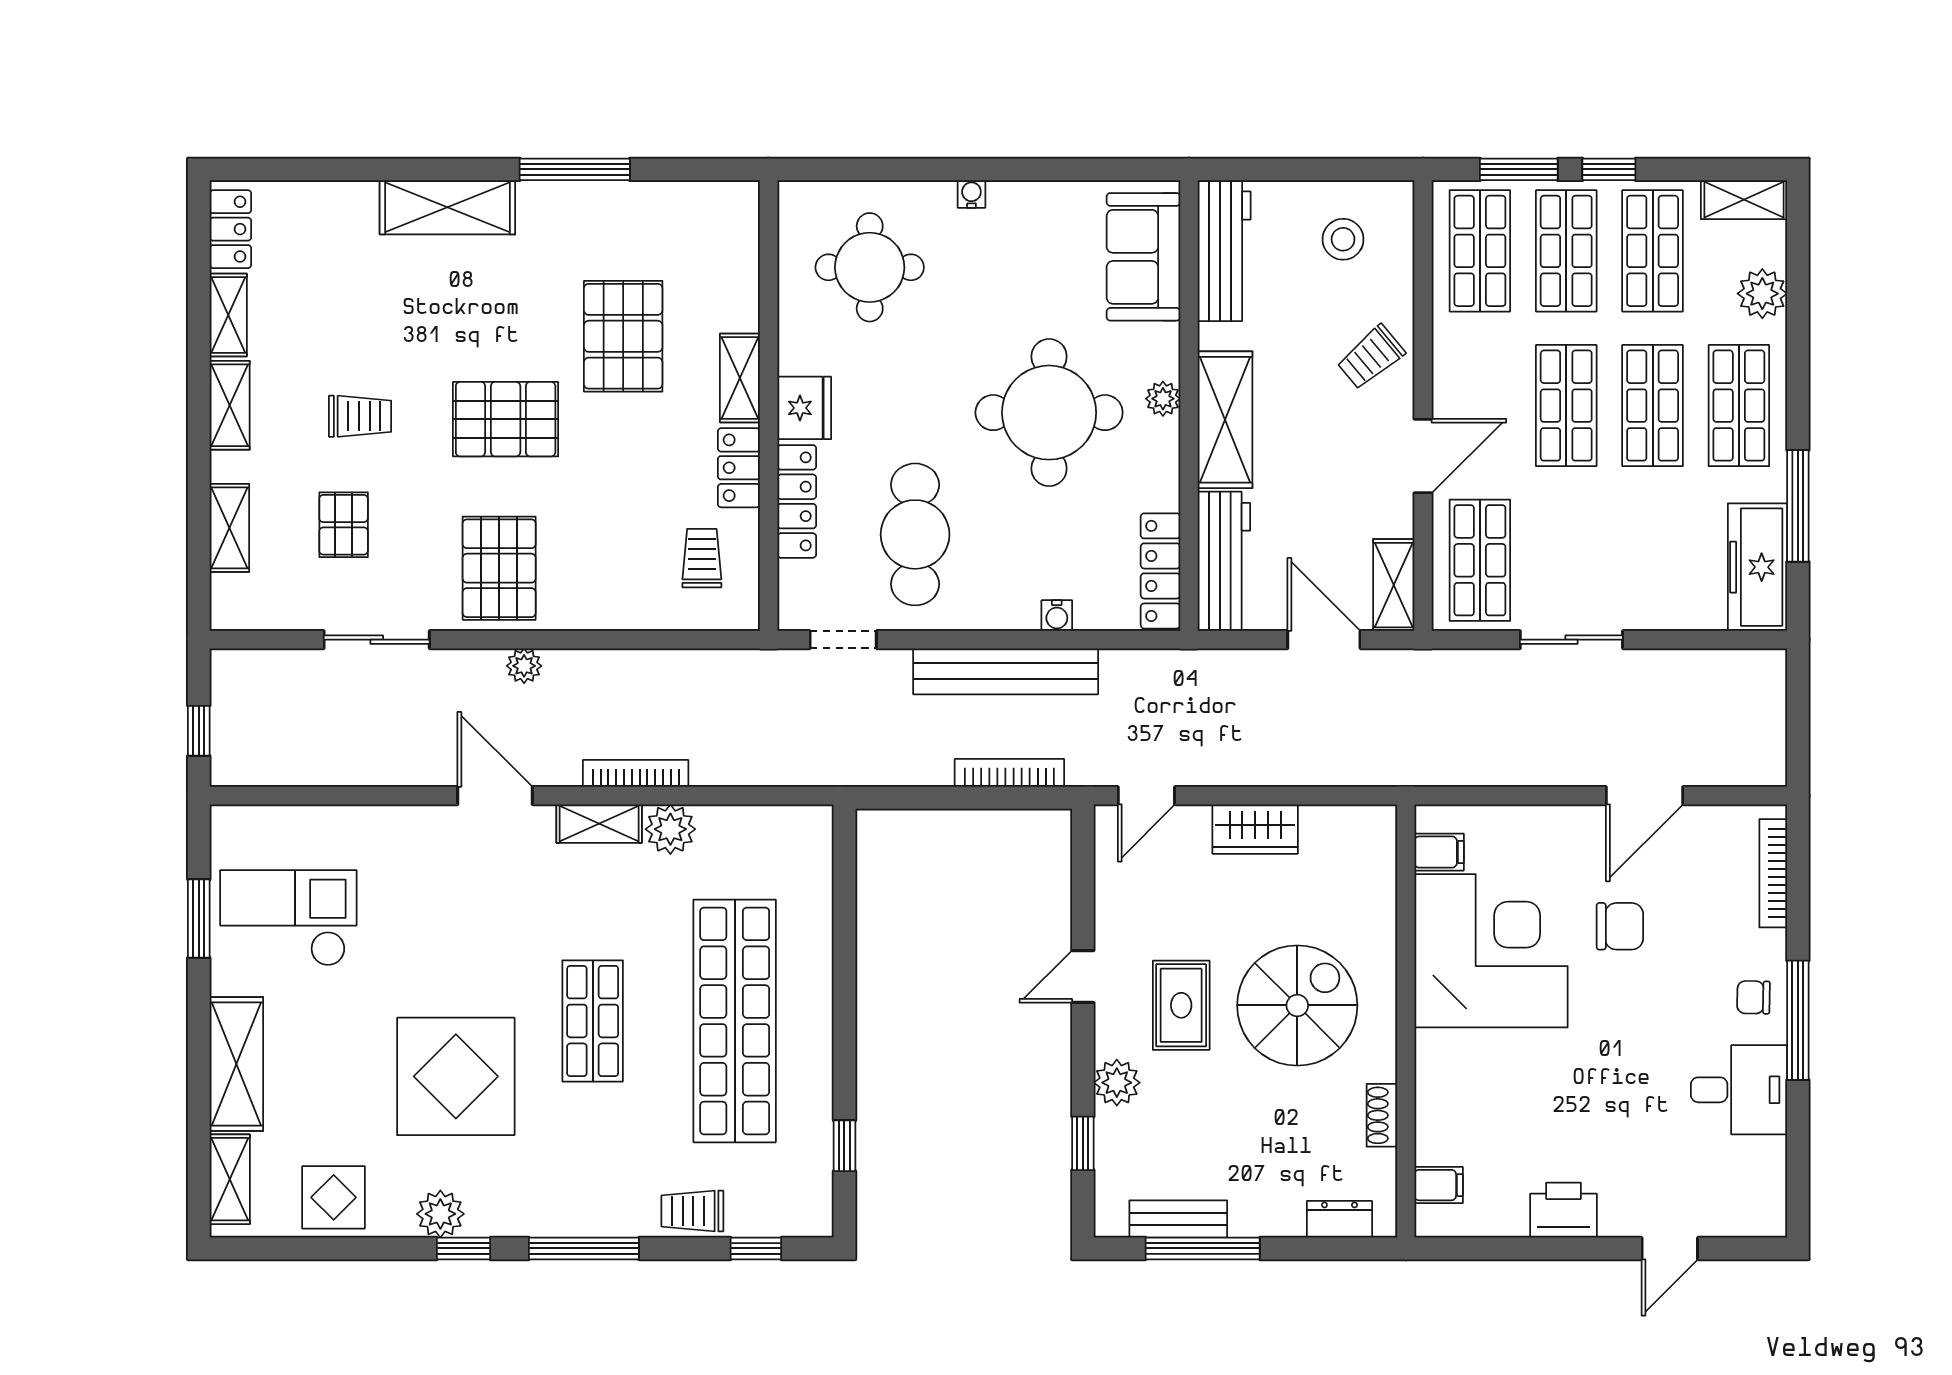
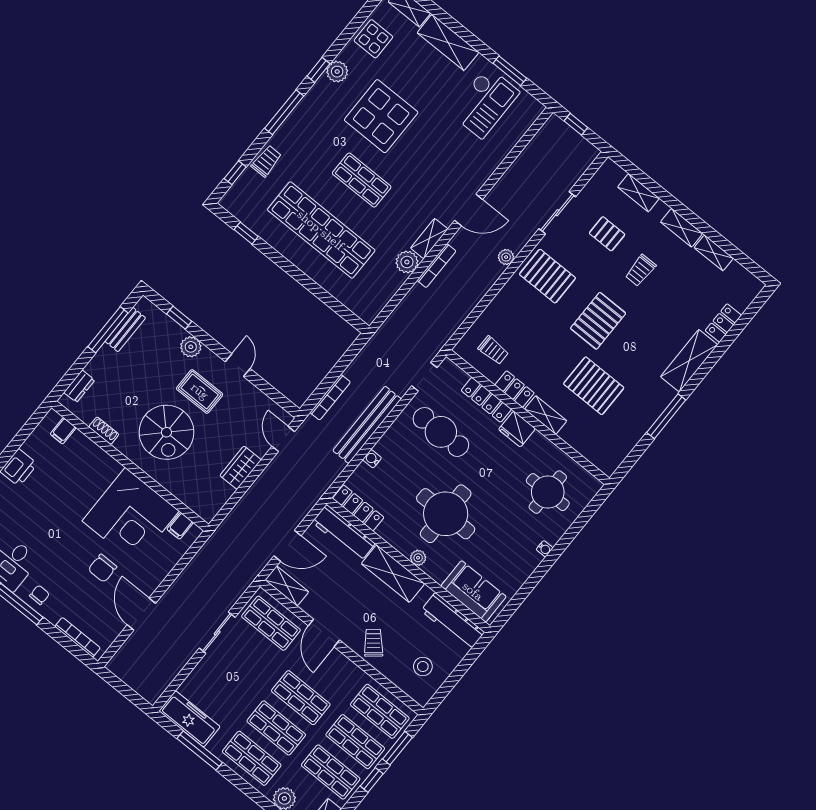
locker: (230, 229) -> (723, 323), moved, turned 90

